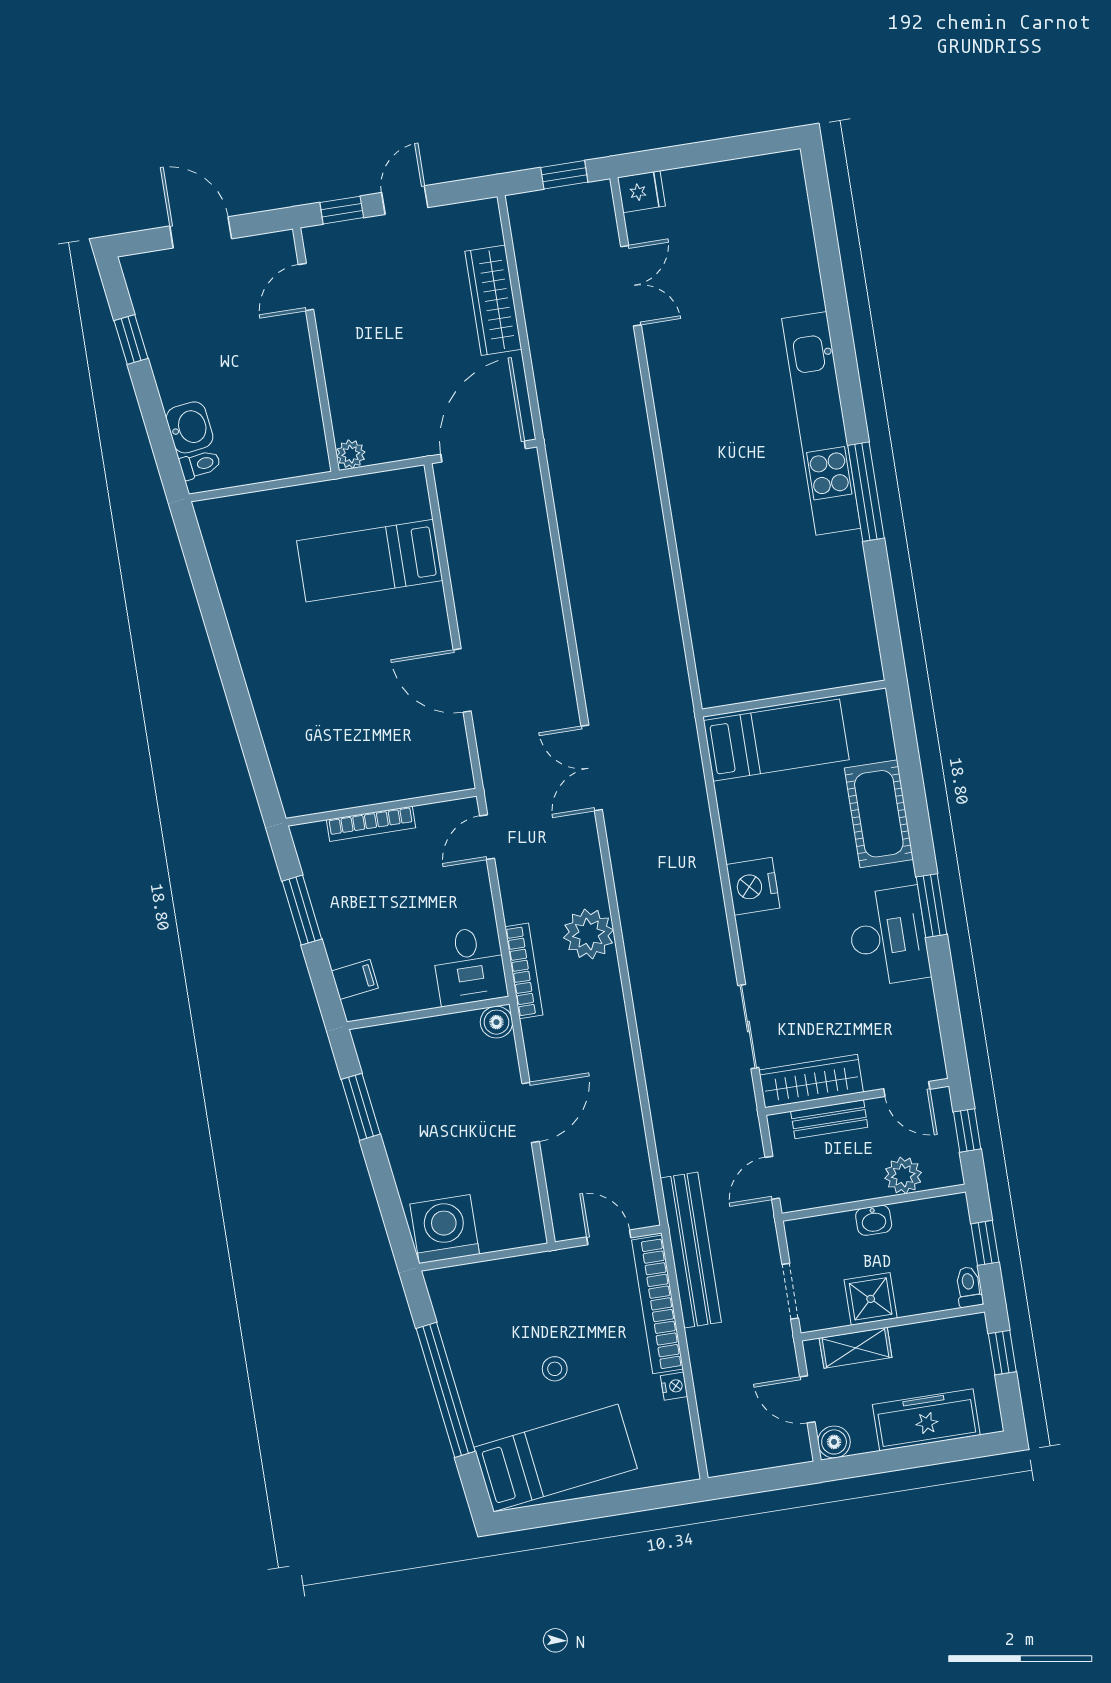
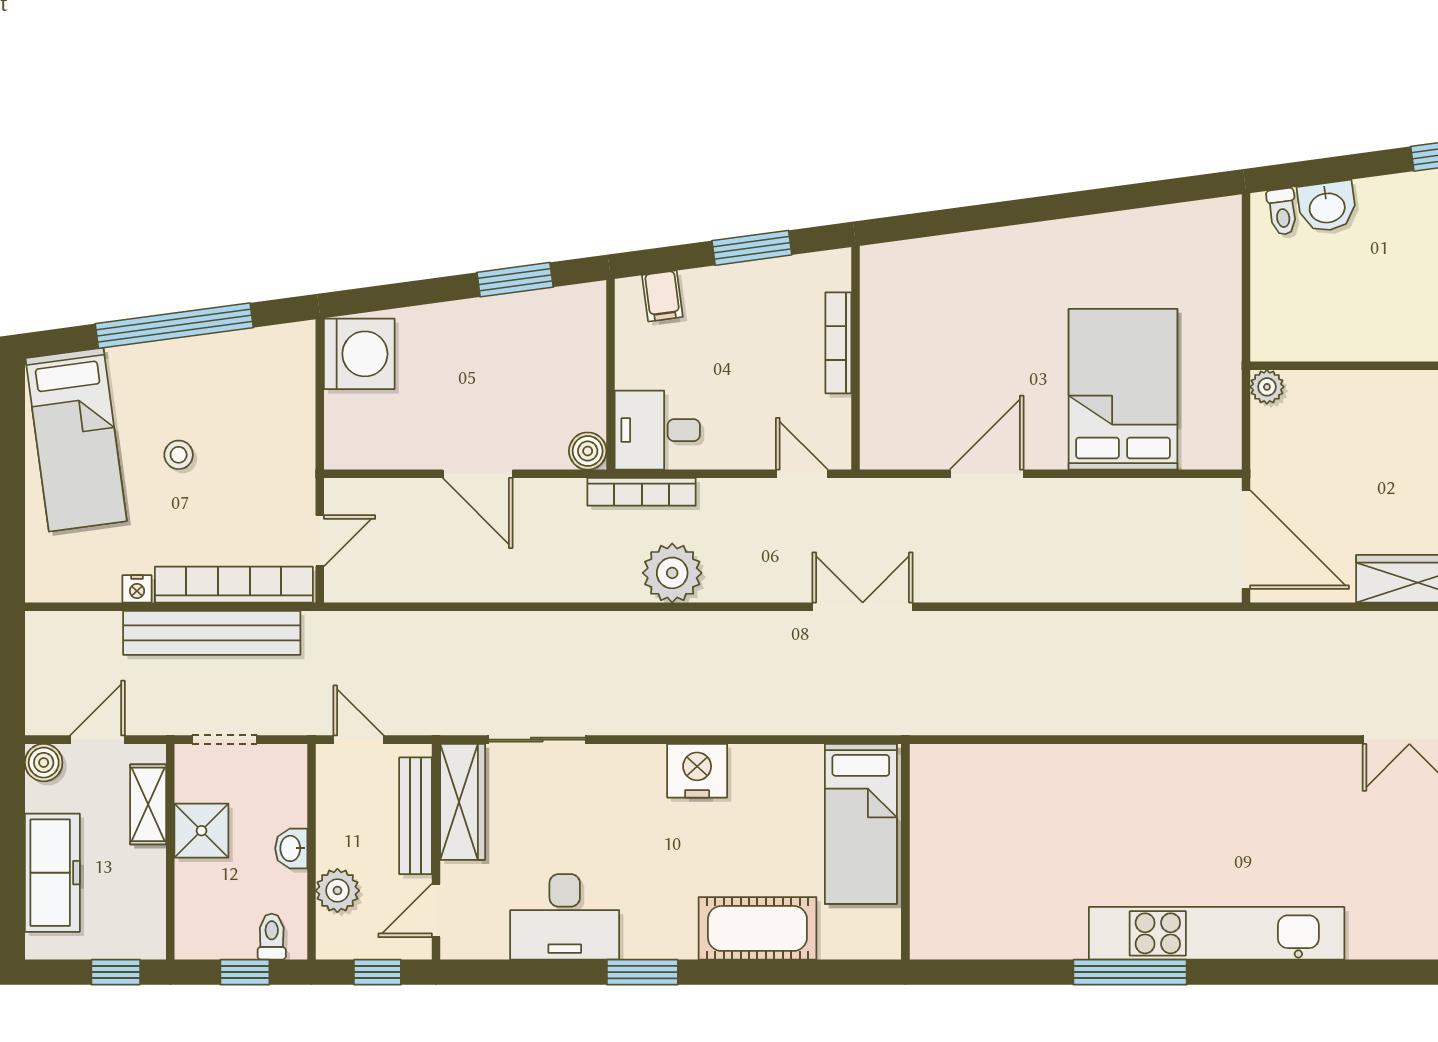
bed: (370, 561) -> (1123, 389), width x1.50
desk: (888, 936) -> (565, 917), moved
bench: (829, 1119) -> (416, 816), width x1.36
bench: (691, 1250) -> (212, 633), moved
toilet: (969, 1287) -> (272, 937), moved, turned -90

